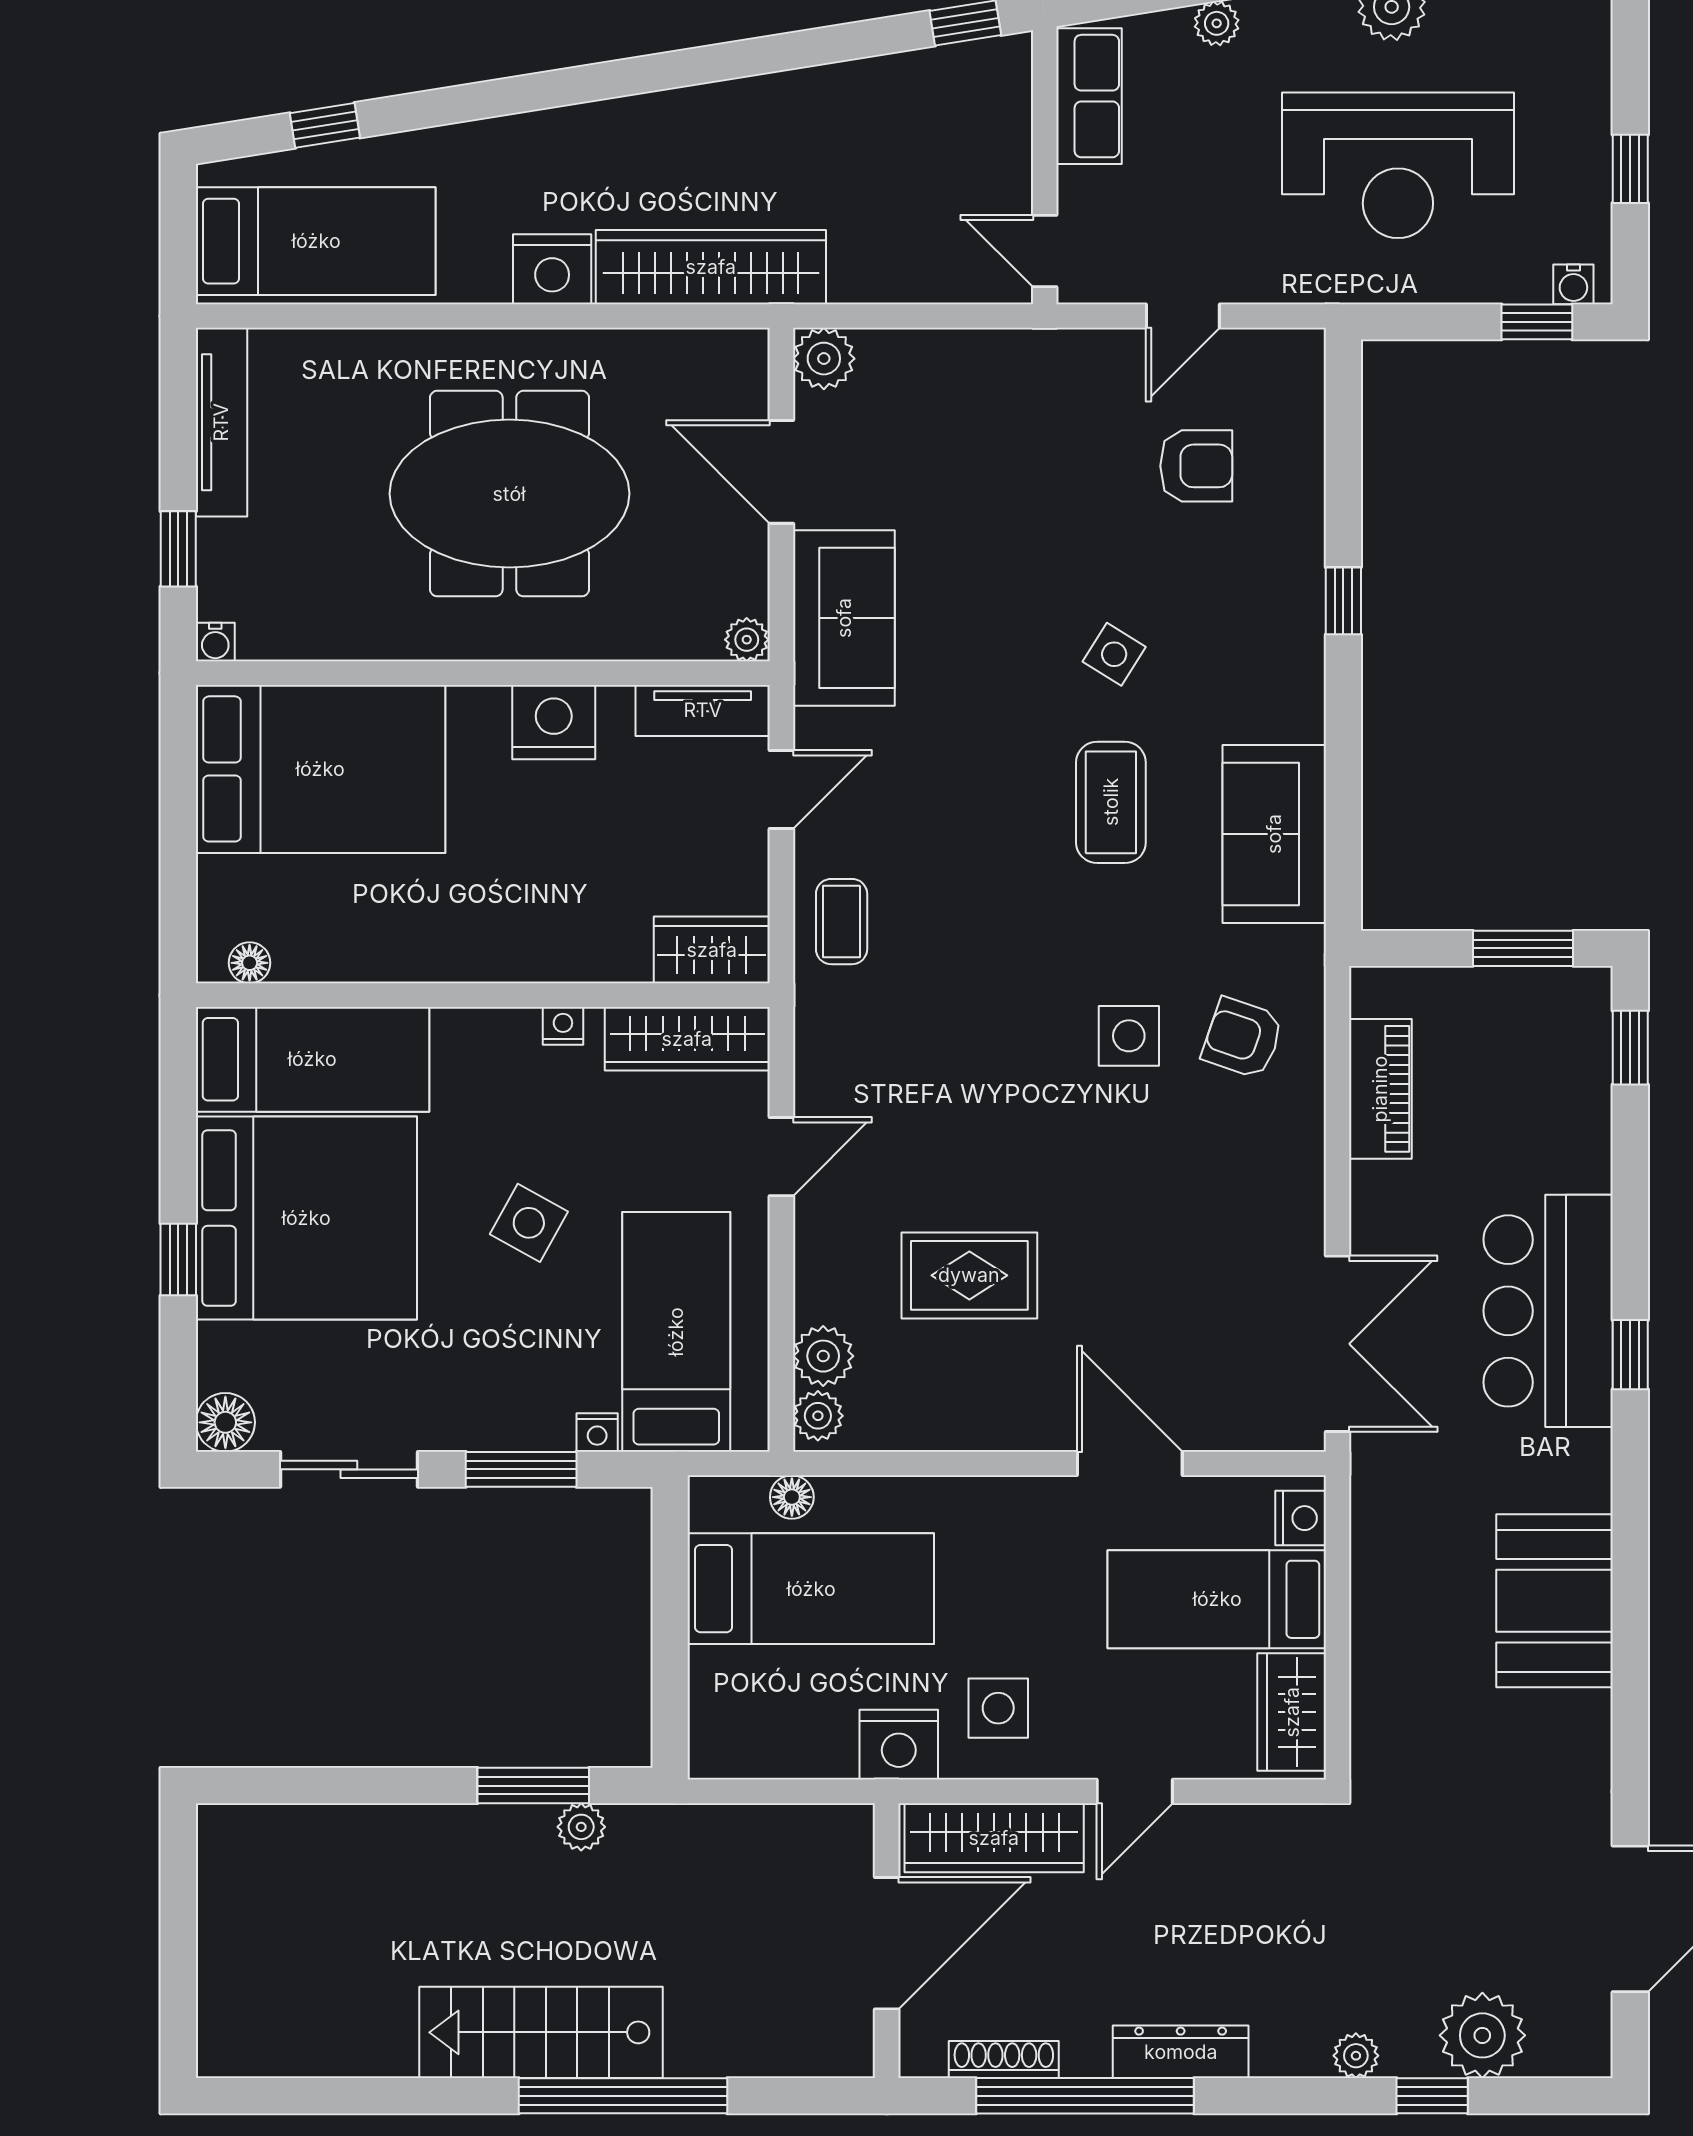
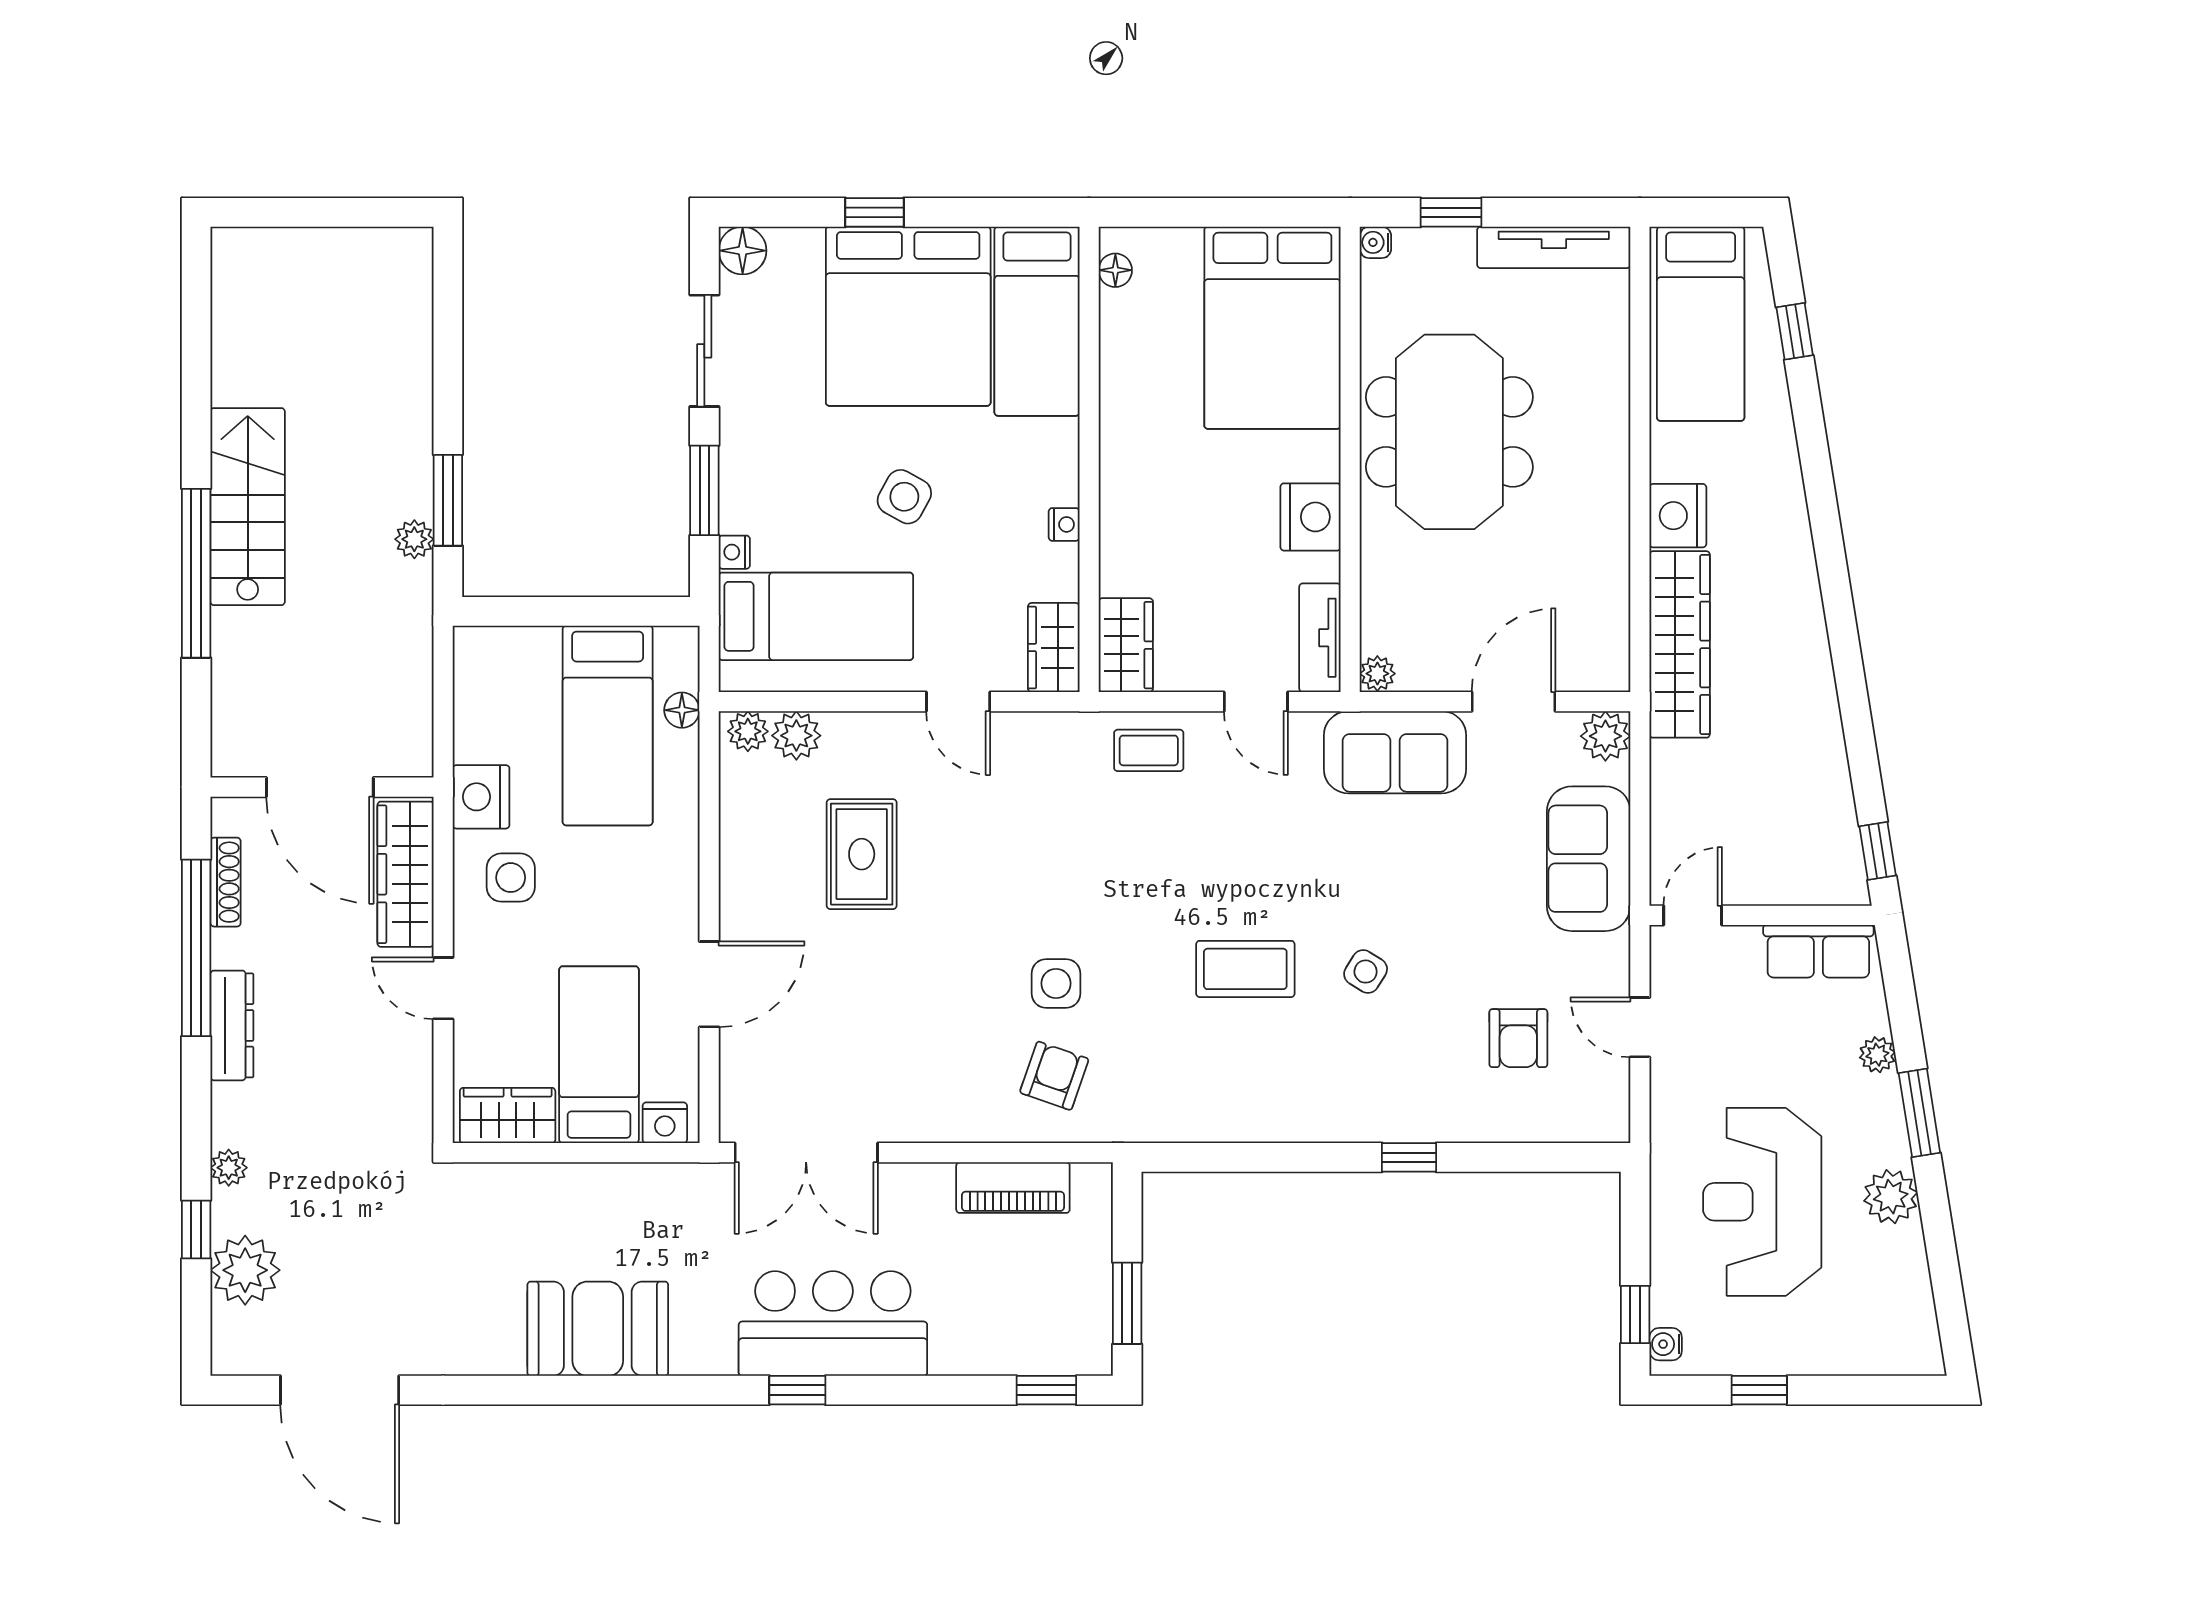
meeting table: (509, 494) -> (1449, 432), moved
sofa: (1274, 834) -> (1589, 859), moved, turned -90
wardrobe: (687, 1039) -> (1054, 648), width x0.67

